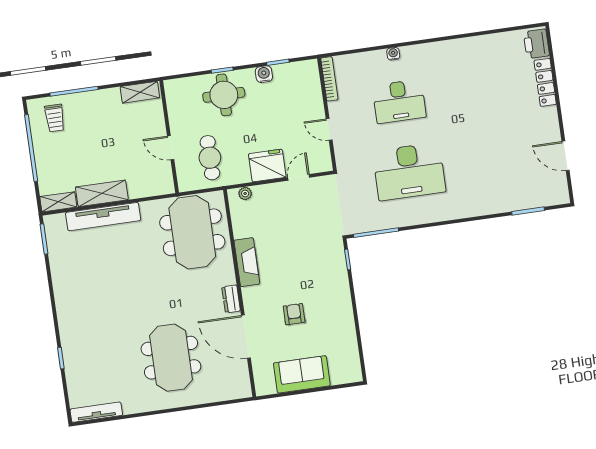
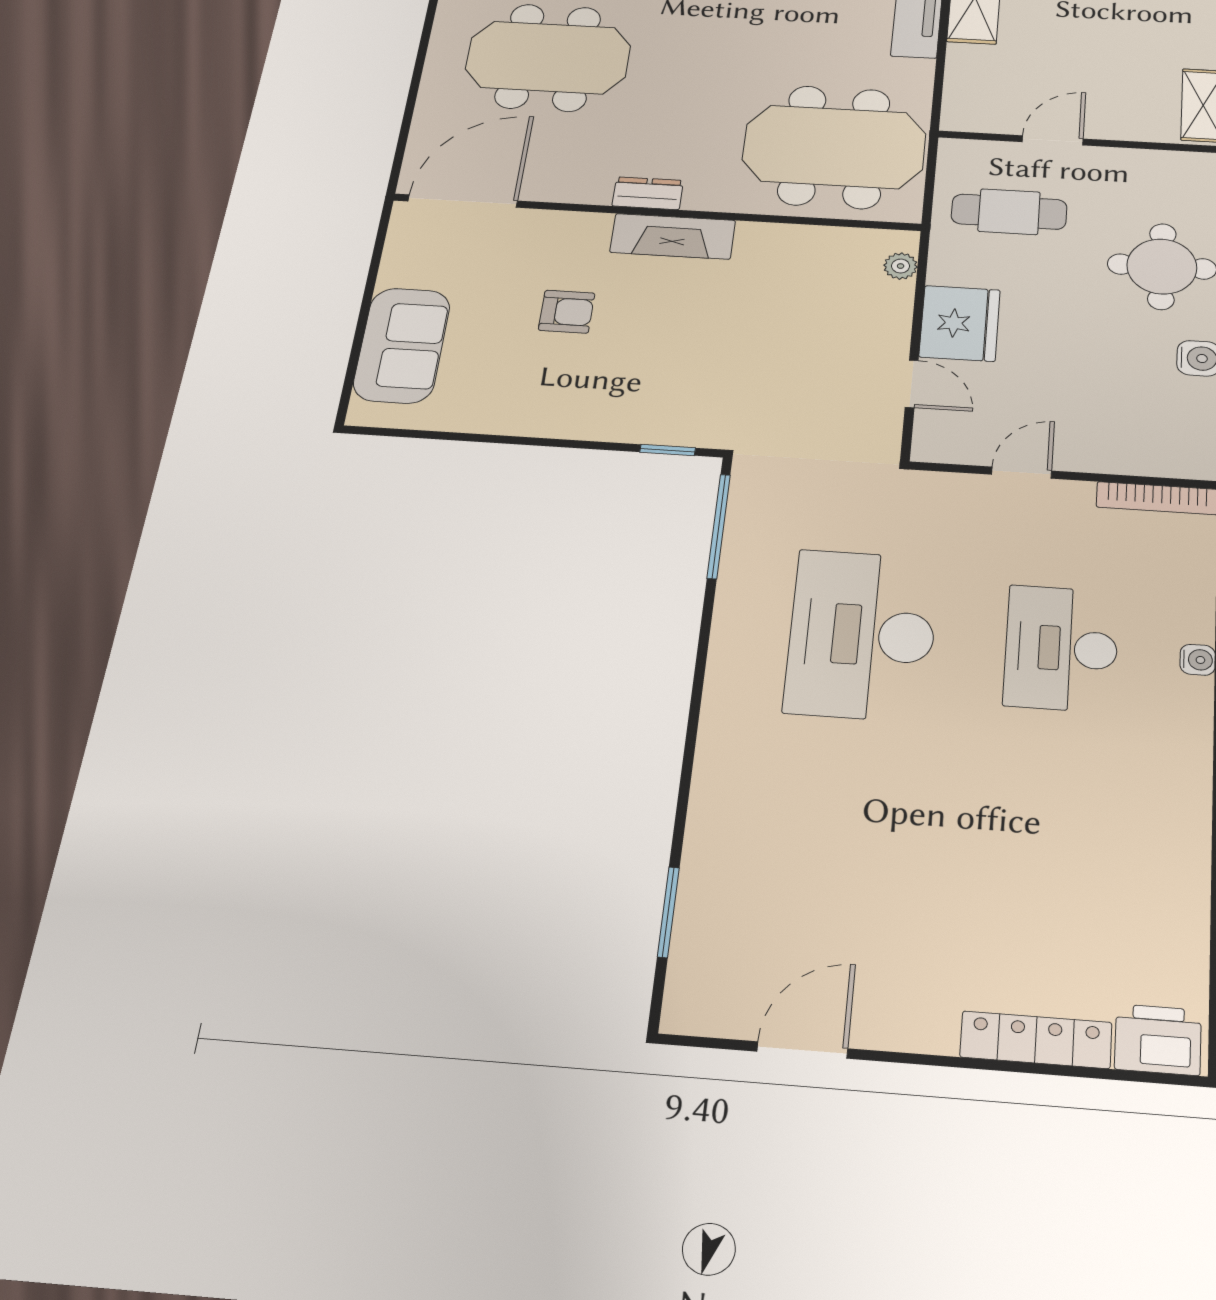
fireplace: (247, 262) -> (673, 236), moved
door: (246, 337) -> (463, 201), moved
sofa: (302, 374) -> (402, 345), moved

